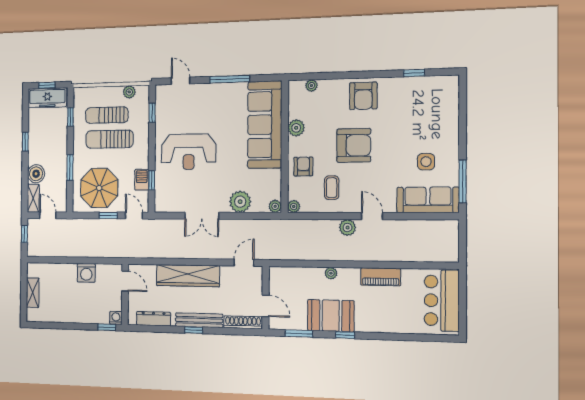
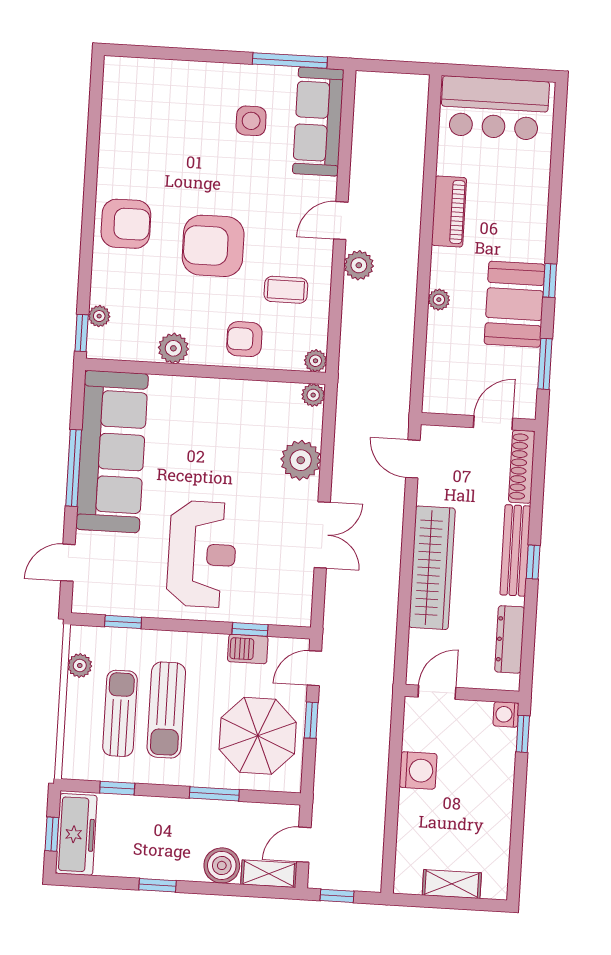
window: (414, 73) -> (82, 333), moved
sun lounger: (107, 115) -> (120, 713), turned 180
sofa: (265, 125) -> (112, 452), moved, turned -90
armchair: (354, 145) -> (213, 246), turned -90

